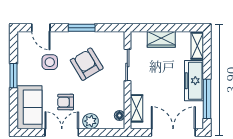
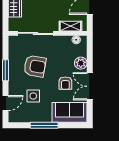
armchair: (87, 64) -> (35, 66), turned -139
sliding door: (127, 65) -> (35, 33), width x1.37
window: (13, 76) -> (44, 125), width x1.44

